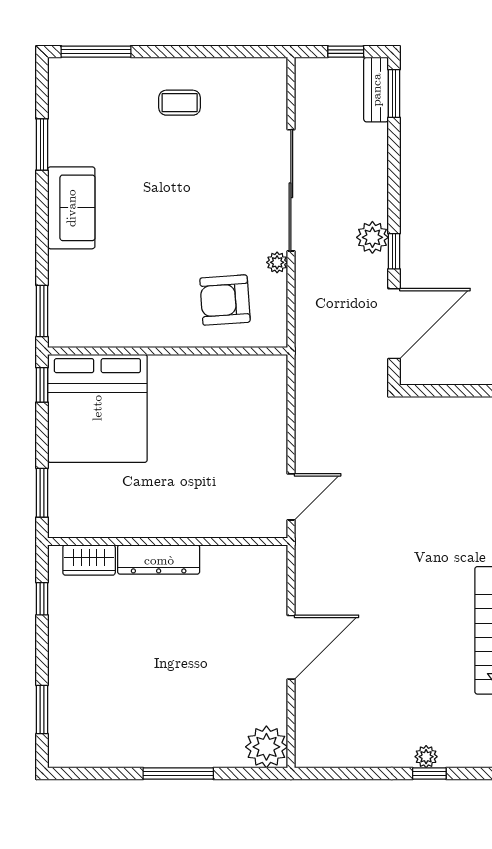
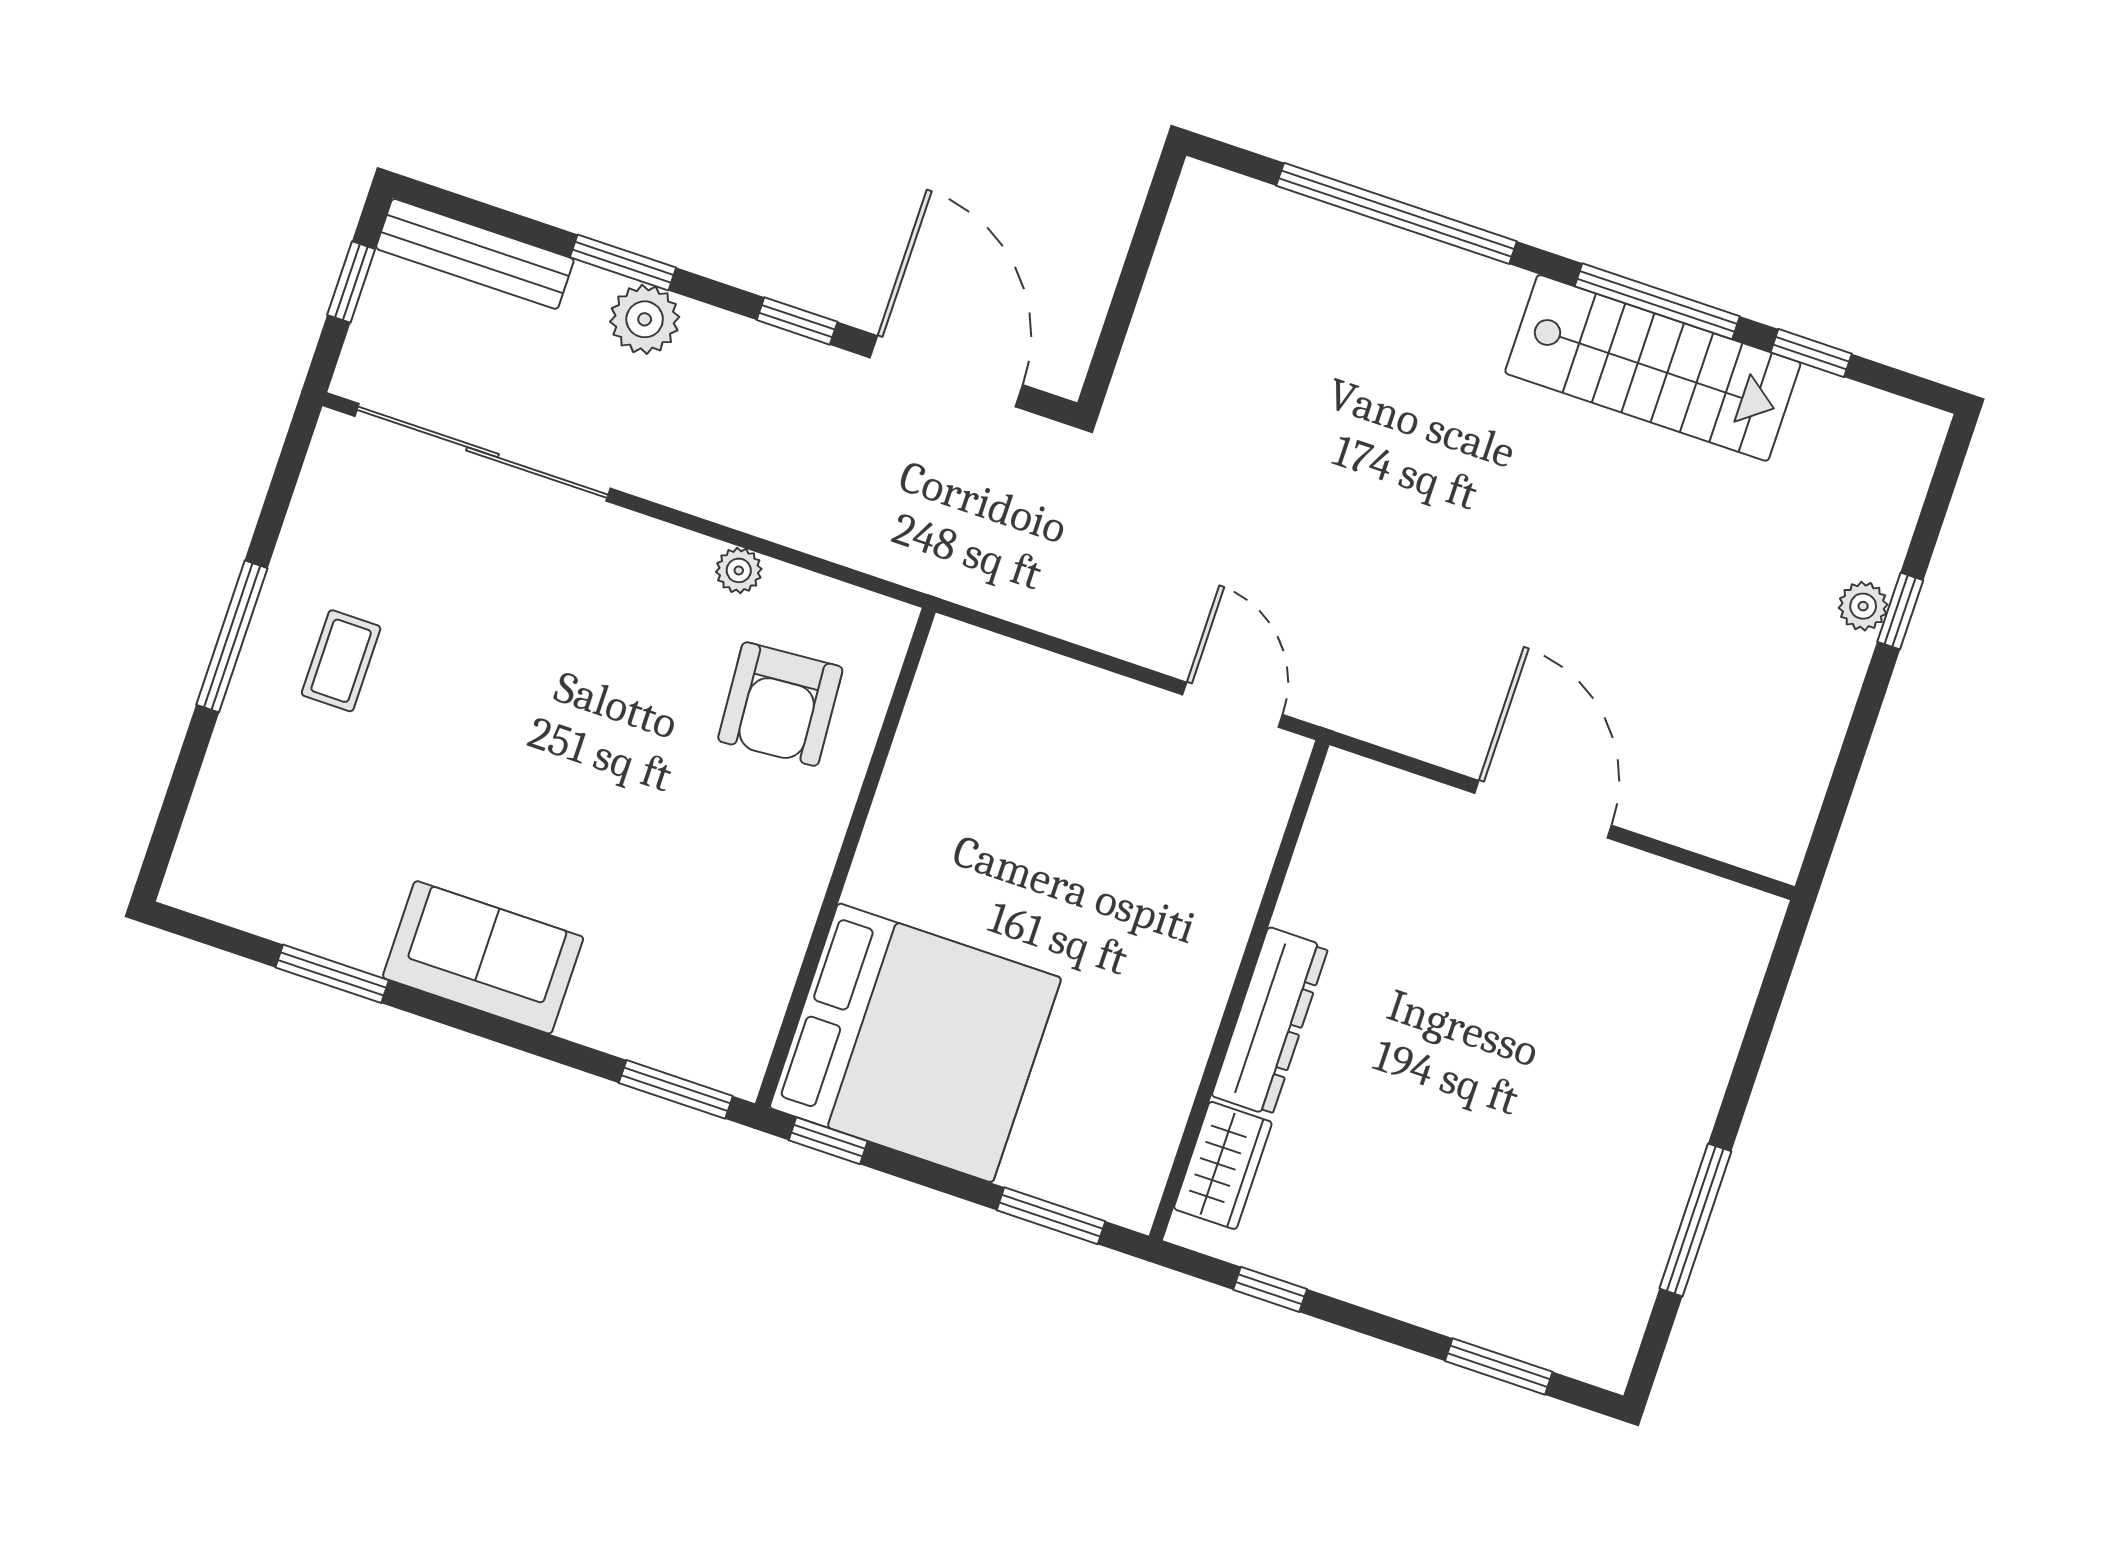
window: (96, 52) -> (232, 636), moved
bench: (376, 90) -> (475, 254), width x1.36
window: (394, 94) -> (623, 262), moved
sliding door: (291, 190) -> (482, 452), moved
plant: (372, 237) -> (645, 319), moved
plant: (266, 747) -> (1732, 929), removed
window: (178, 774) -> (1695, 1220), moved

